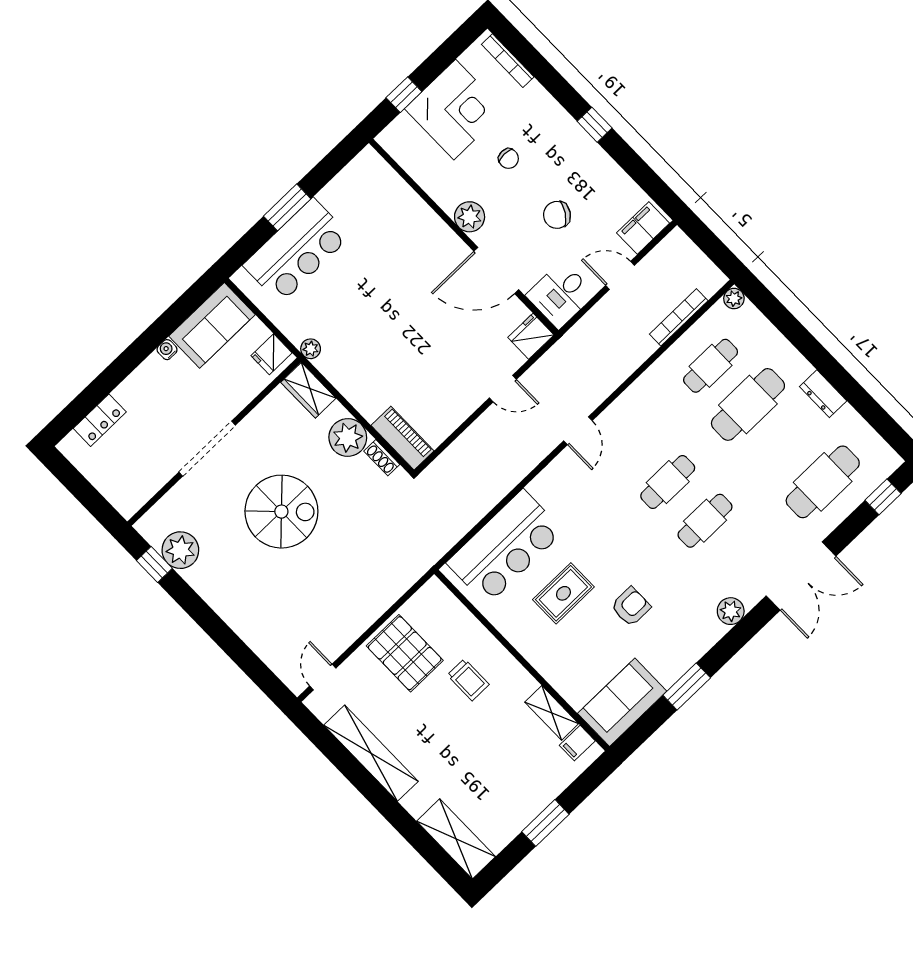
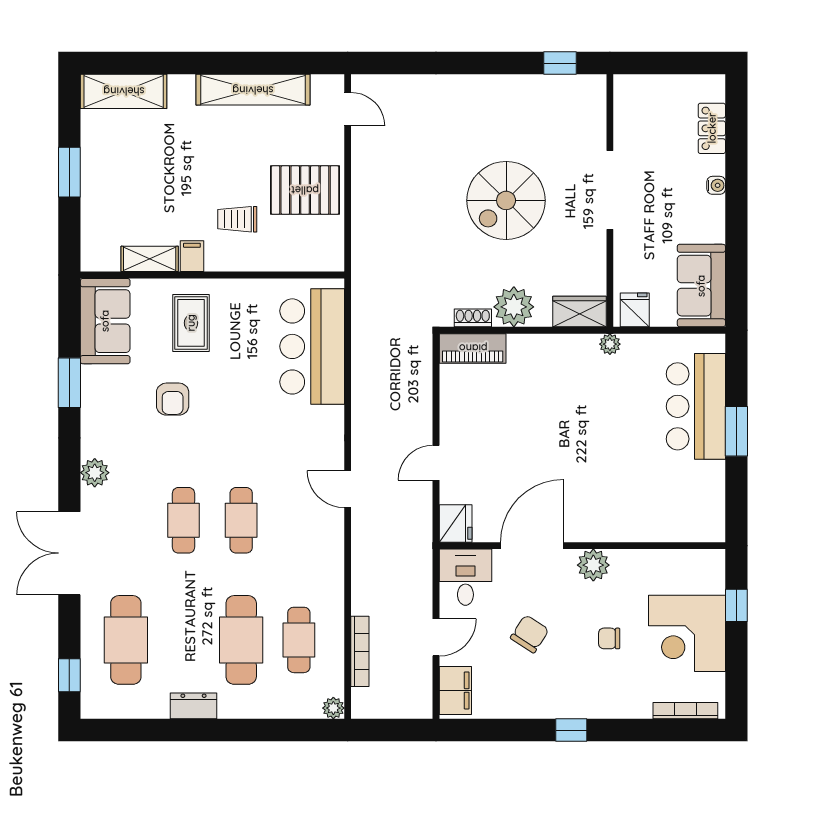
water cooler: (167, 350) -> (716, 185), moved
plant: (180, 550) -> (552, 94), removed
rug: (563, 593) -> (191, 323), moved
filing cabinet: (577, 743) -> (192, 256), moved

